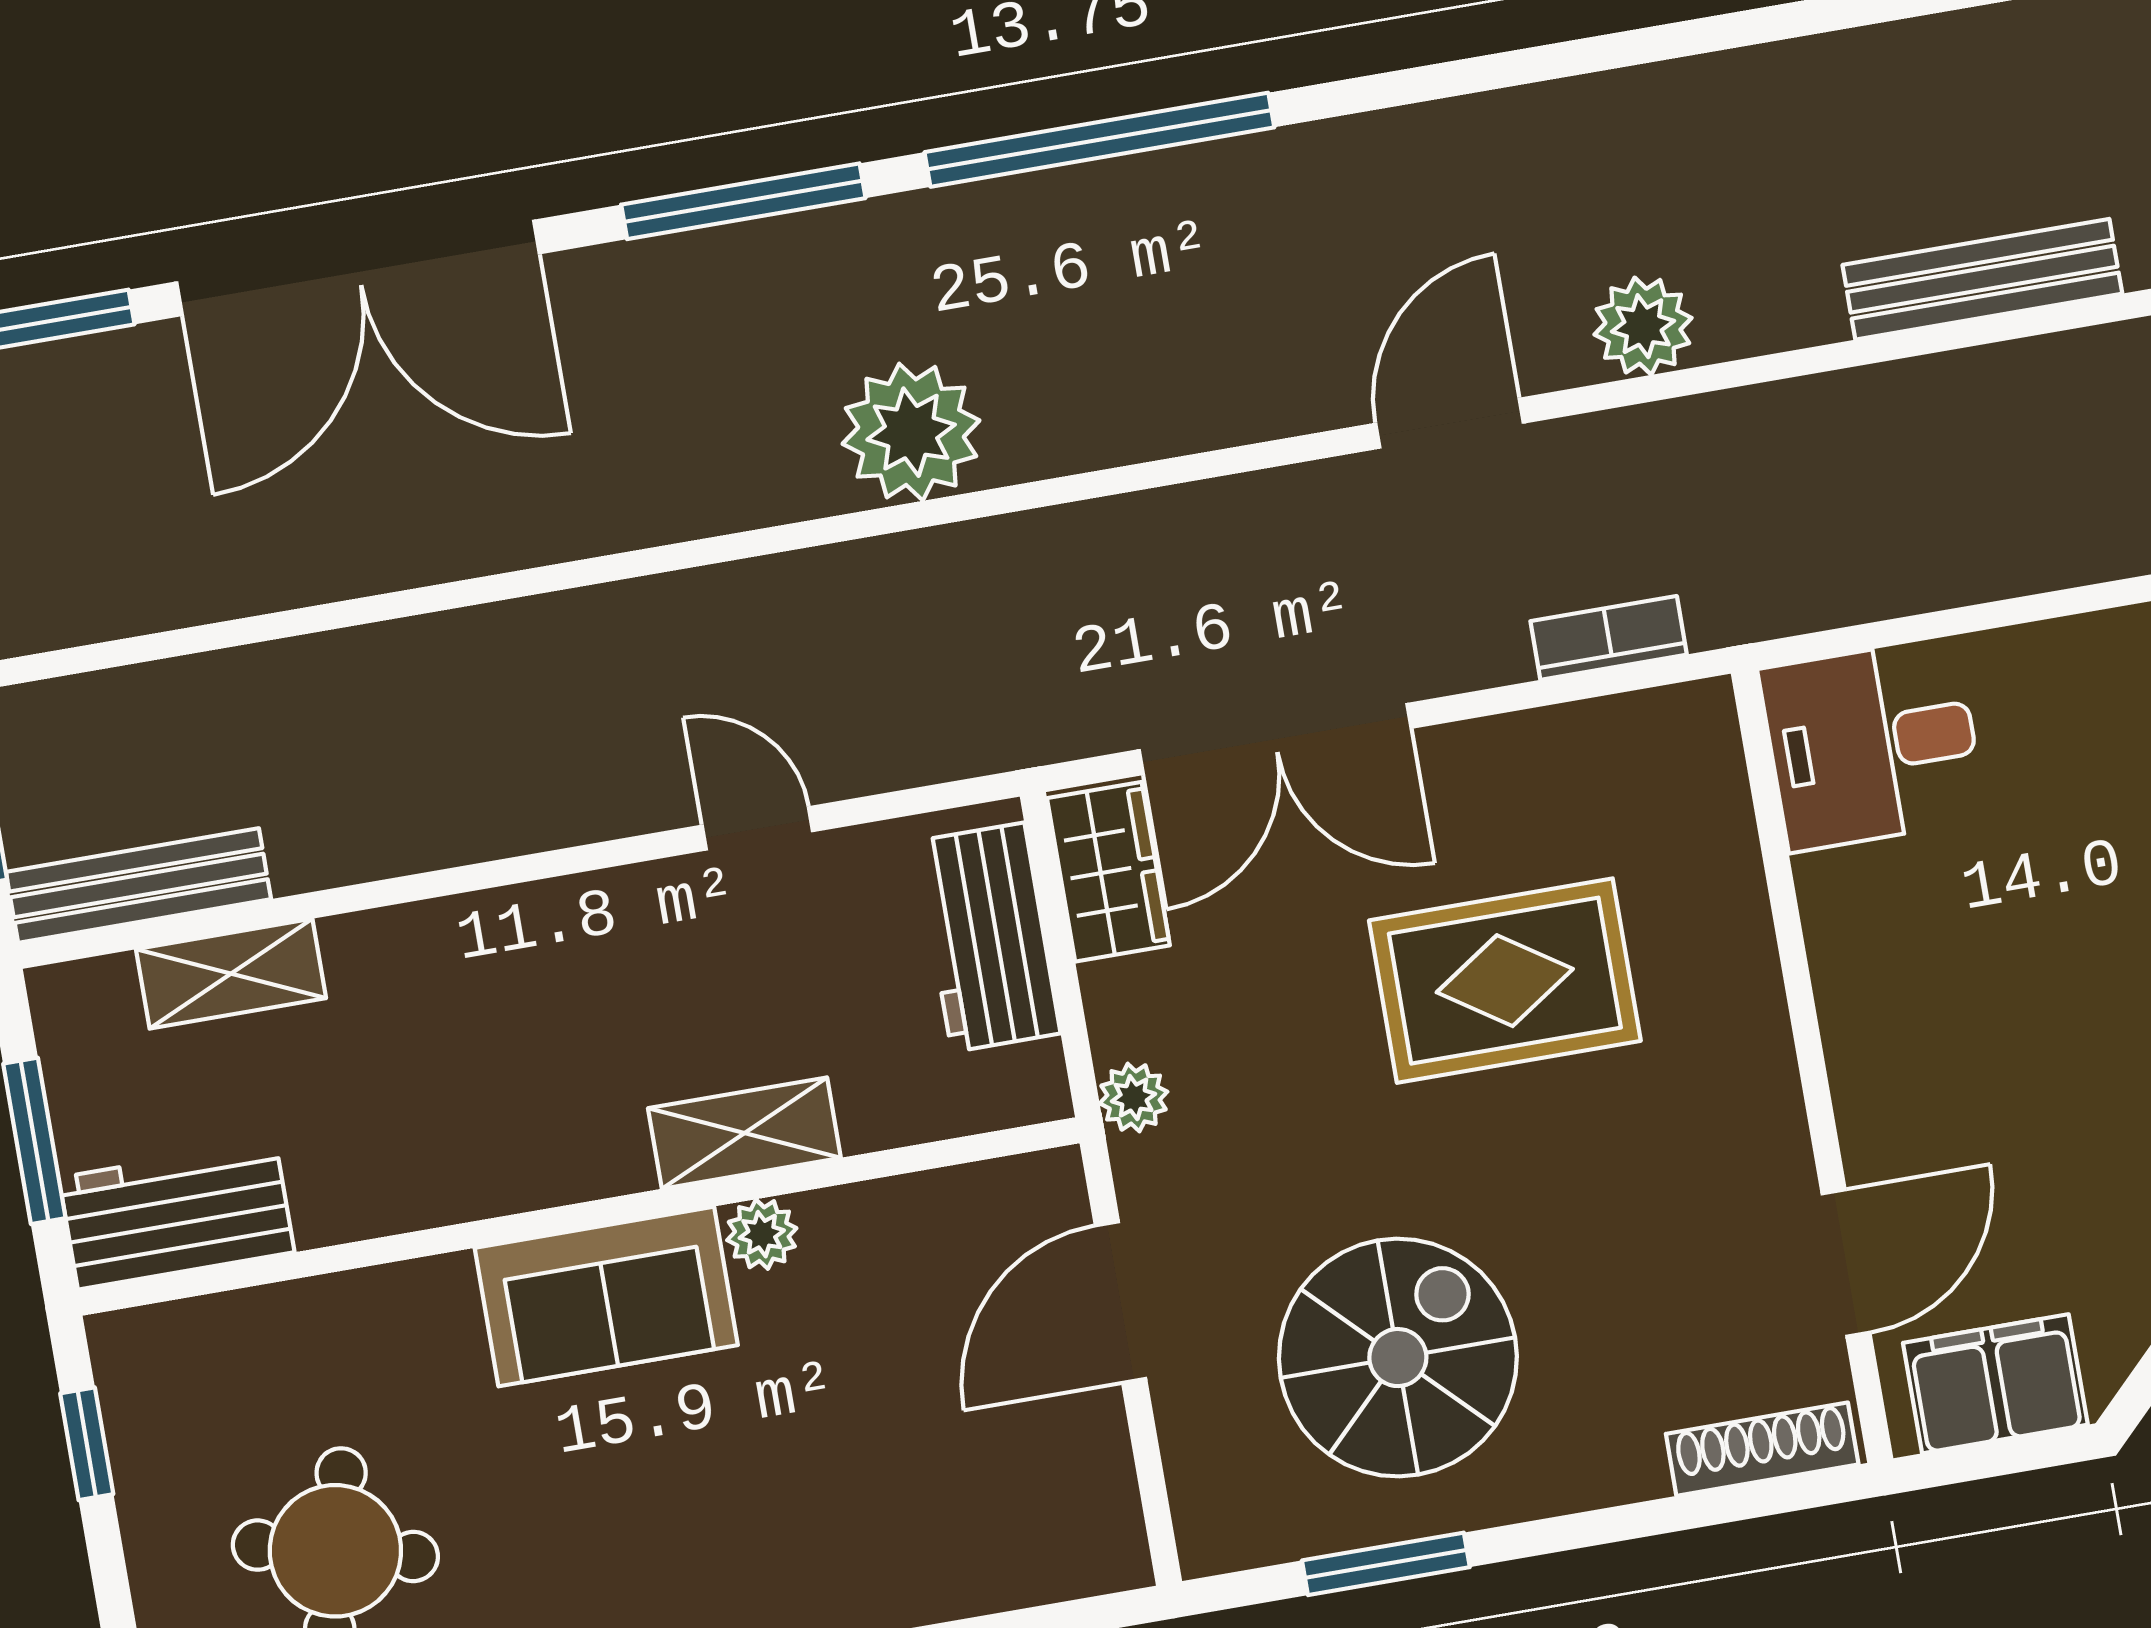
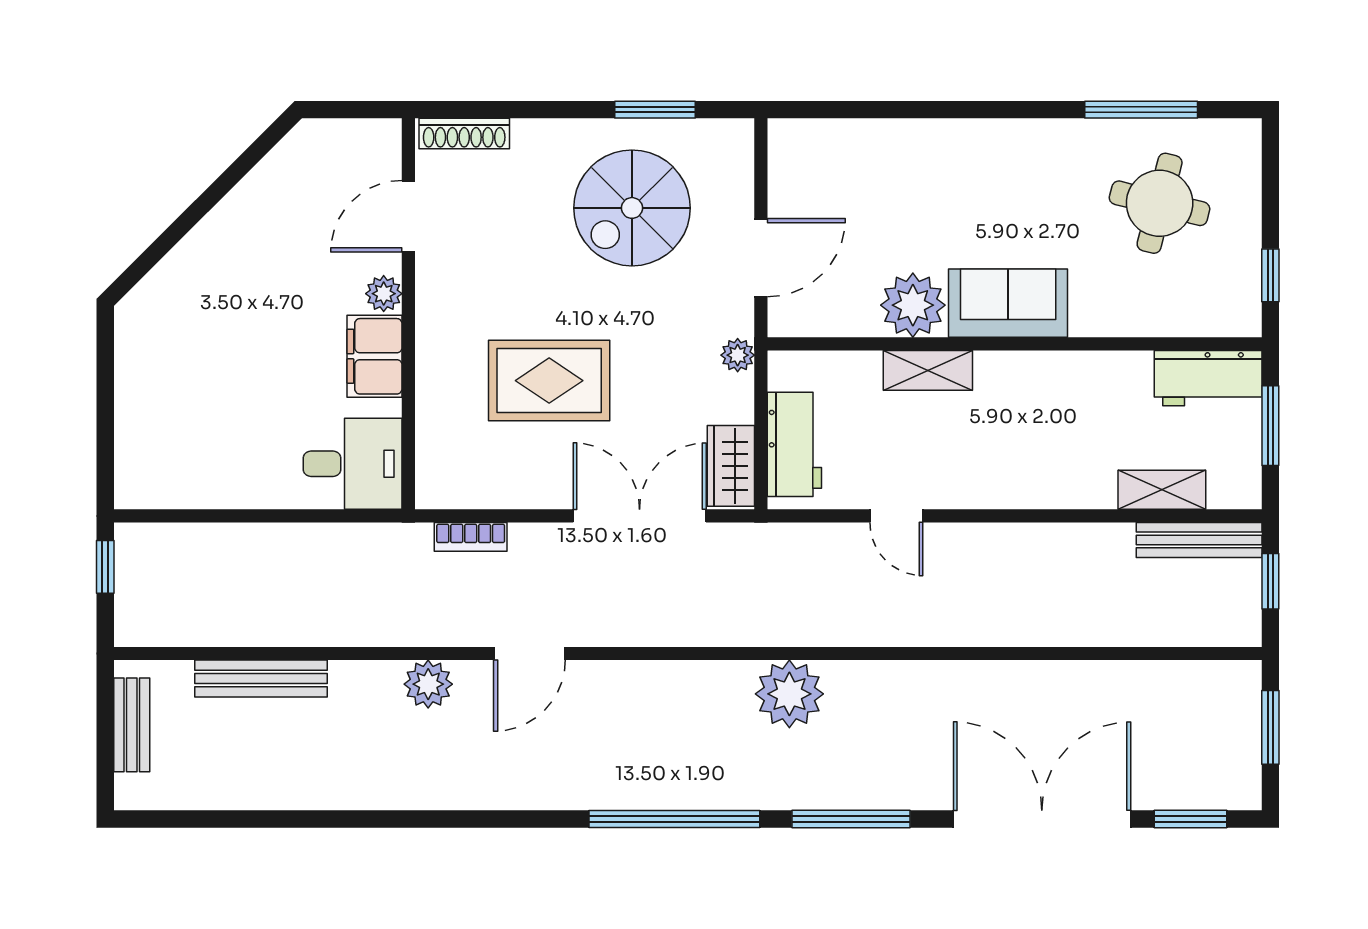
plant: (1869, 1098) -> (384, 294), added
plant: (762, 1234) -> (913, 305), width x1.88, depth x1.88
filing cabinet: (1995, 1384) -> (374, 356), moved, turned 90

